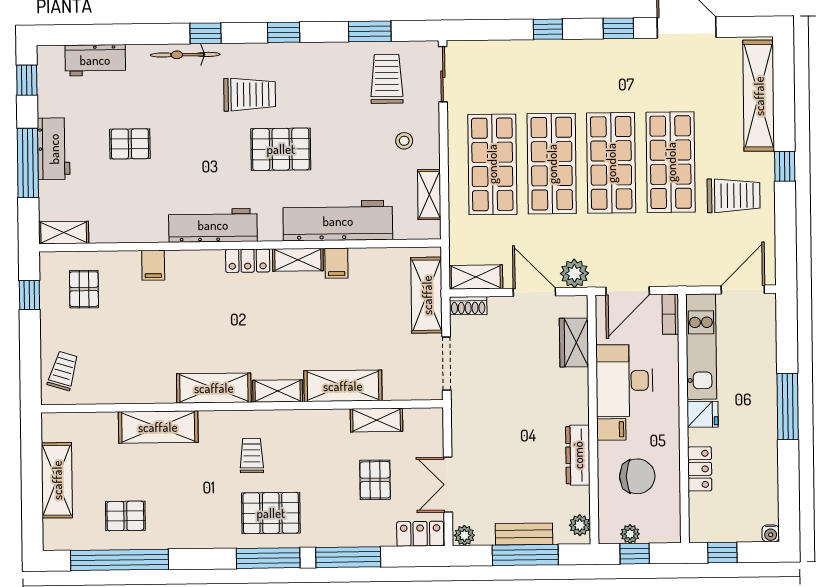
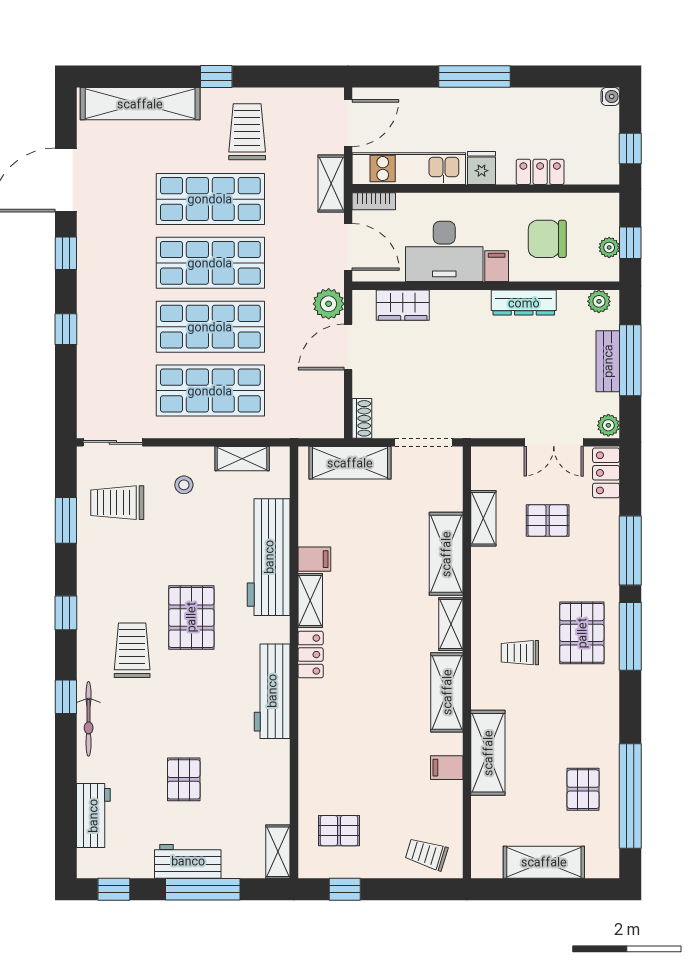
filing cabinet: (153, 265) -> (447, 768), moved, turned 180
shelving: (476, 277) -> (331, 184), moved
door: (743, 290) -> (348, 123), swing flipped
chair: (637, 476) -> (547, 239), turned -90

